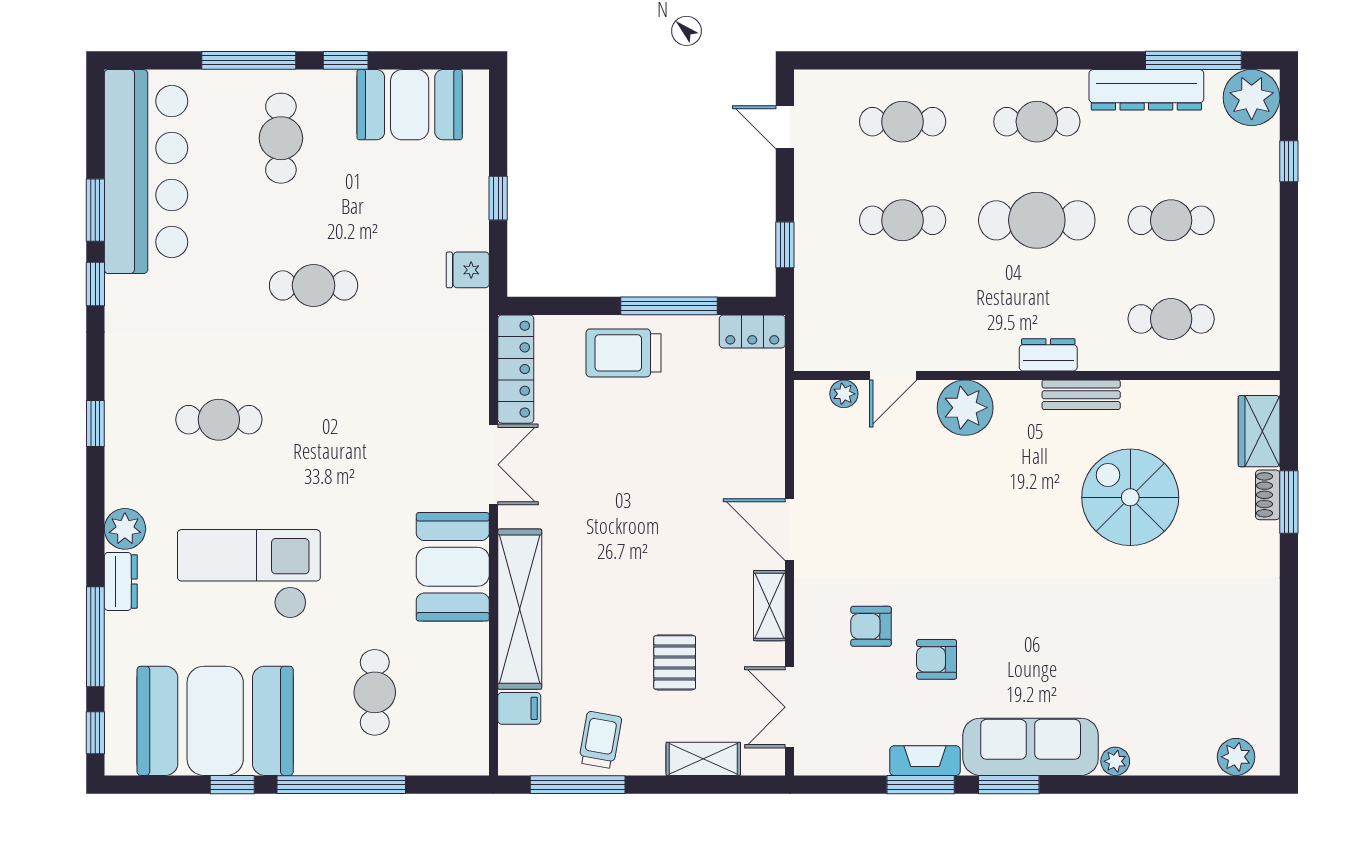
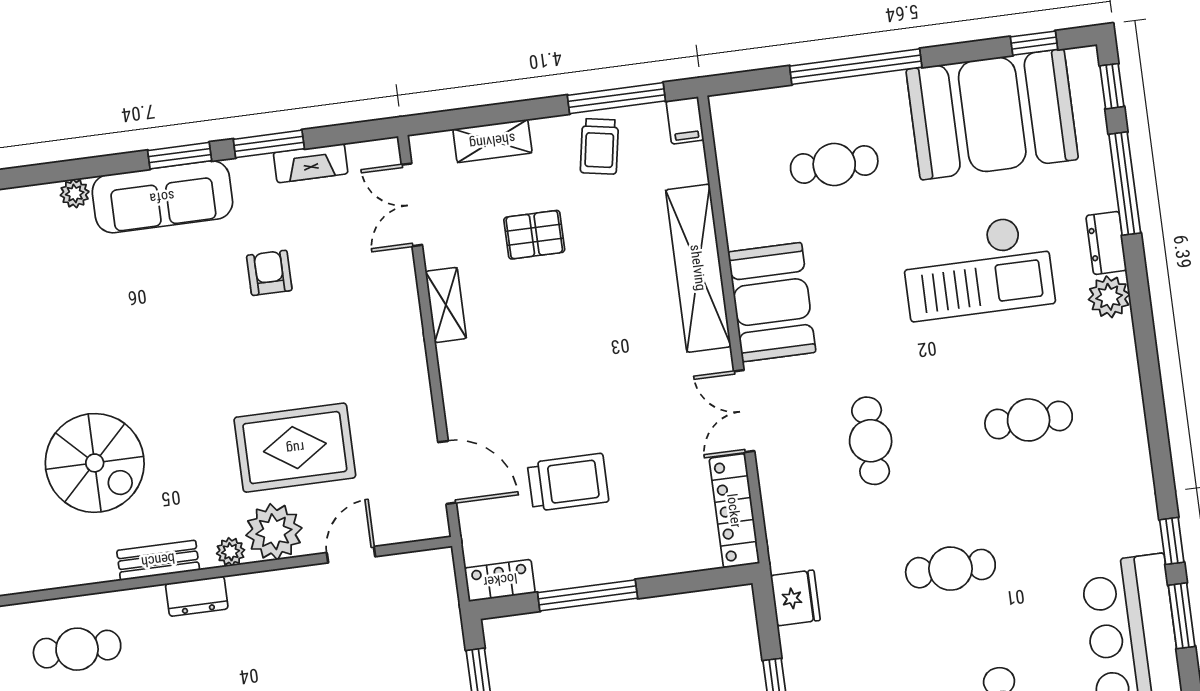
fridge: (468, 270) -> (795, 598), width x1.38
trolley: (623, 353) -> (568, 482), moved
plant: (844, 394) -> (231, 552), moved
cafe table: (375, 420) -> (871, 441), added
window: (95, 424) -> (1153, 400), removed
rug: (934, 487) -> (295, 448), added
door: (790, 530) -> (447, 472), moved
armchair: (871, 626) -> (340, 298), removed
armchair: (937, 659) -> (269, 273), turned -90
pallet: (675, 662) -> (534, 235), turned 90
cafe table: (375, 692) -> (834, 164), turned 90
double door: (790, 707) -> (412, 205), swing flipped
filing cabinet: (519, 708) -> (685, 120), moved, turned -90
fireplace: (925, 761) -> (311, 163), moved
window: (232, 785) -> (1034, 43), moved

